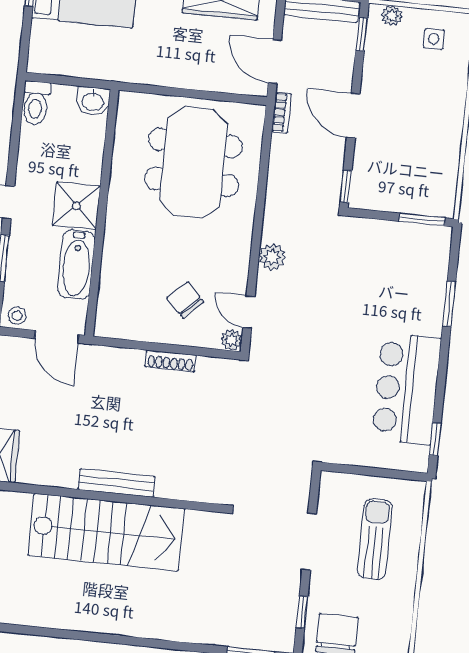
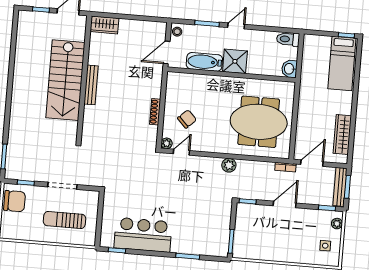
plant: (272, 257) -> (229, 165), moved
sun lounger: (375, 539) -> (65, 220), turned 180

